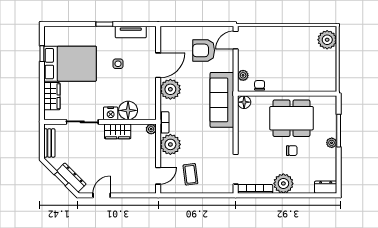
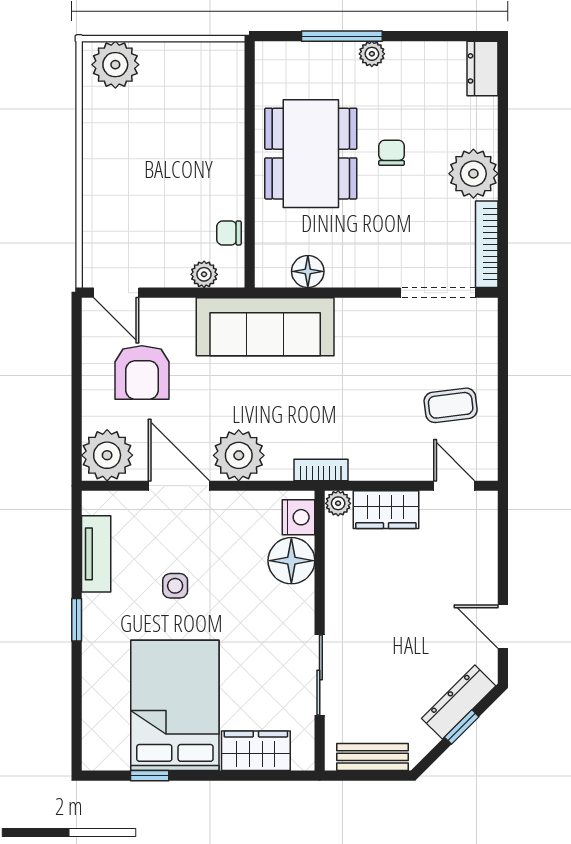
floor lamp: (244, 102) -> (308, 271), moved
nightstand: (111, 113) -> (299, 517), moved
wardrobe: (118, 131) -> (386, 510), moved, turned 90
plant: (170, 144) -> (107, 455), moved

